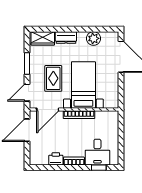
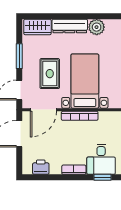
dresser: (66, 38) -> (70, 26), width x1.44
printer: (56, 159) -> (41, 167), moved

